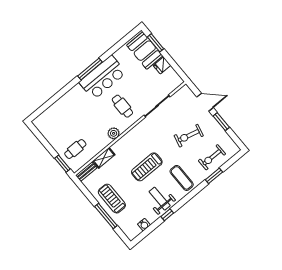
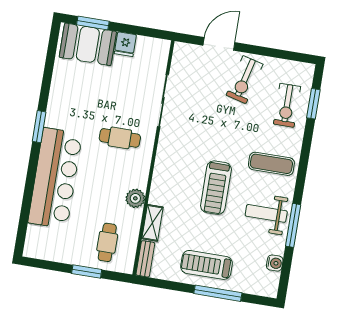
window: (90, 69) -> (39, 127), width x0.69
bar counter: (103, 77) -> (55, 178), moved, width x1.36
window: (221, 122) -> (260, 51), removed
plant: (114, 133) -> (135, 198), moved
exercise bike: (189, 136) -> (245, 80), moved
window: (62, 164) -> (87, 271), moved
window: (214, 176) -> (313, 104), moved
window: (167, 215) -> (293, 225), width x2.17

